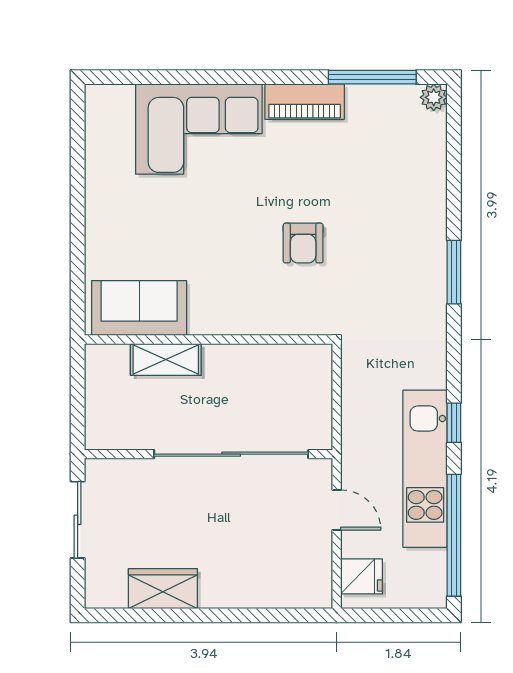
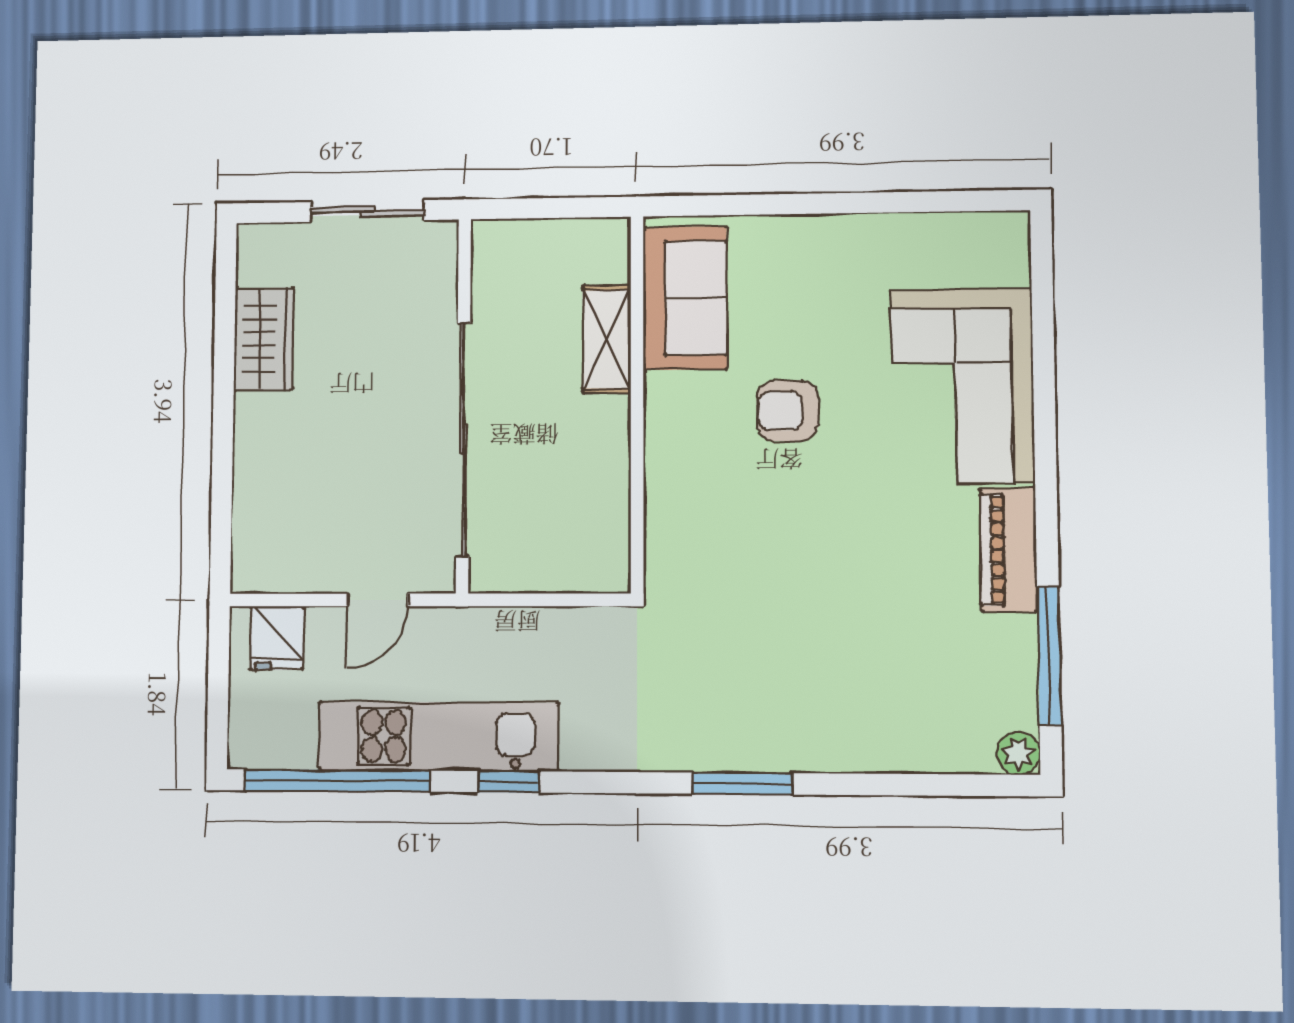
armchair: (303, 243) -> (788, 411), moved

